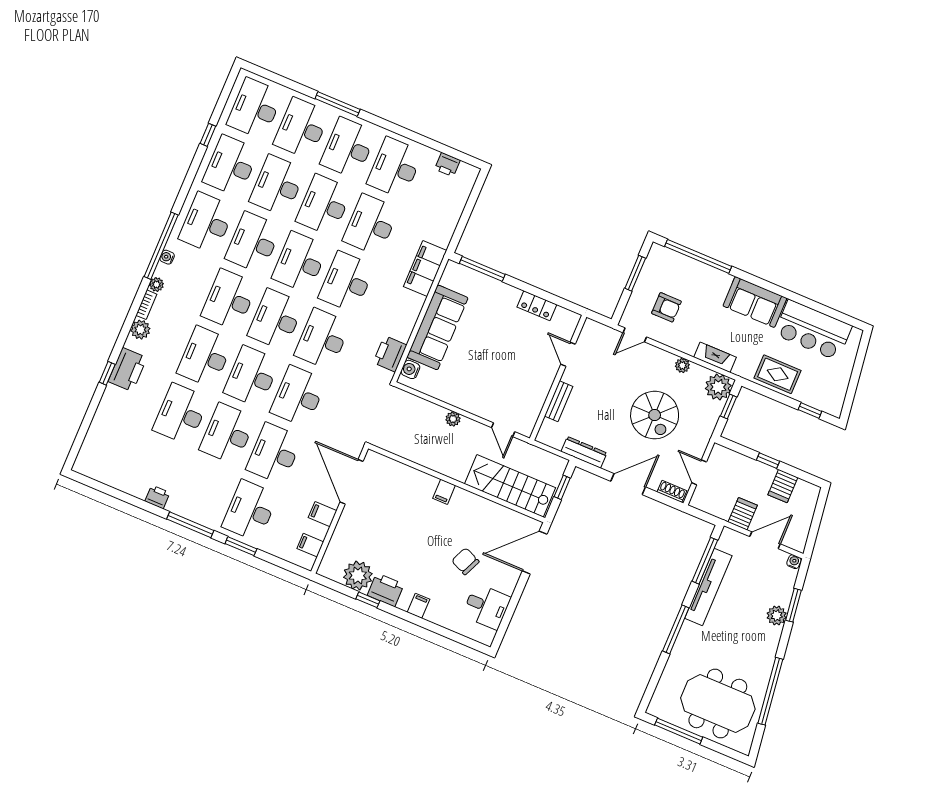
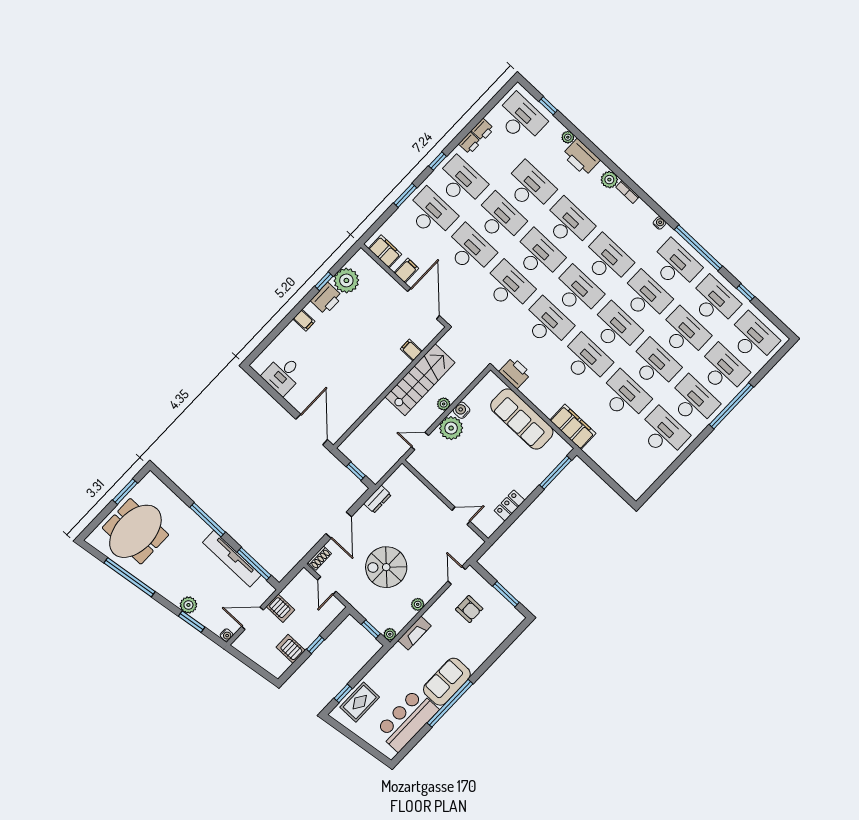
window: (338, 104) -> (731, 406), width x1.46
printer: (447, 165) -> (483, 130), moved, turned 180
window: (161, 246) -> (698, 248), moved
window: (698, 256) -> (450, 703), moved
plant: (156, 285) -> (568, 137), moved
armchair: (666, 307) -> (469, 609), turned -90
water cooler: (410, 369) -> (461, 410), moved, turned -90
window: (107, 373) -> (548, 106), moved
rug: (778, 374) -> (360, 702), moved
plant: (718, 387) -> (390, 634), width x0.53, depth x0.53
plant: (476, 401) -> (451, 428), added
bench: (559, 401) -> (426, 494), removed
desk: (110, 451) -> (520, 119), added
dresser: (584, 452) -> (378, 499), width x0.70
door: (699, 472) -> (327, 586), swing flipped
door: (352, 482) -> (424, 304), hinge flipped
stairs: (510, 486) -> (420, 380), moved
desk: (203, 491) -> (461, 182), added
filing cabinet: (444, 492) -> (411, 350), moved
window: (190, 525) -> (438, 161), width x0.46
door: (765, 540) -> (252, 618), swing flipped
filing cabinet: (310, 545) -> (385, 251), width x2.00
chair: (465, 561) -> (326, 371), removed
window: (679, 731) -> (125, 492), width x0.69

